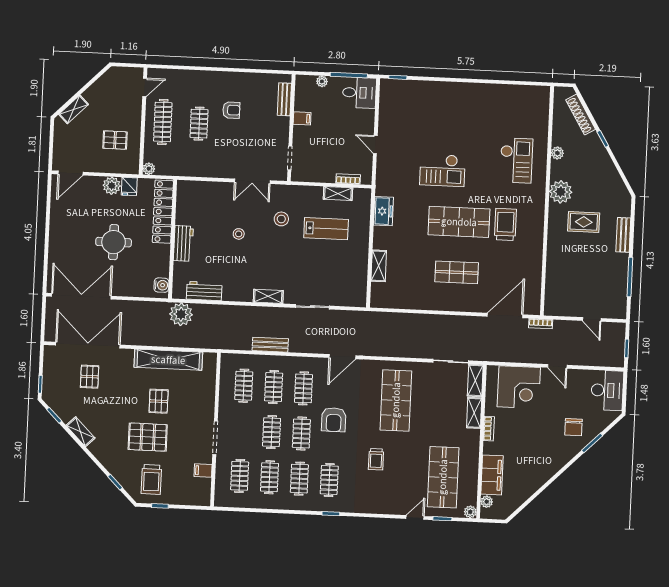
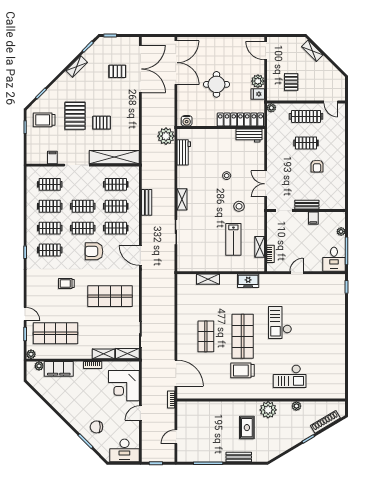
bench: (284, 99) -> (307, 205), moved
trolley: (505, 224) -> (243, 370), turned 180
workbench: (183, 243) -> (249, 135), moved
shelving: (168, 360) -> (114, 157), moved, turned 90

